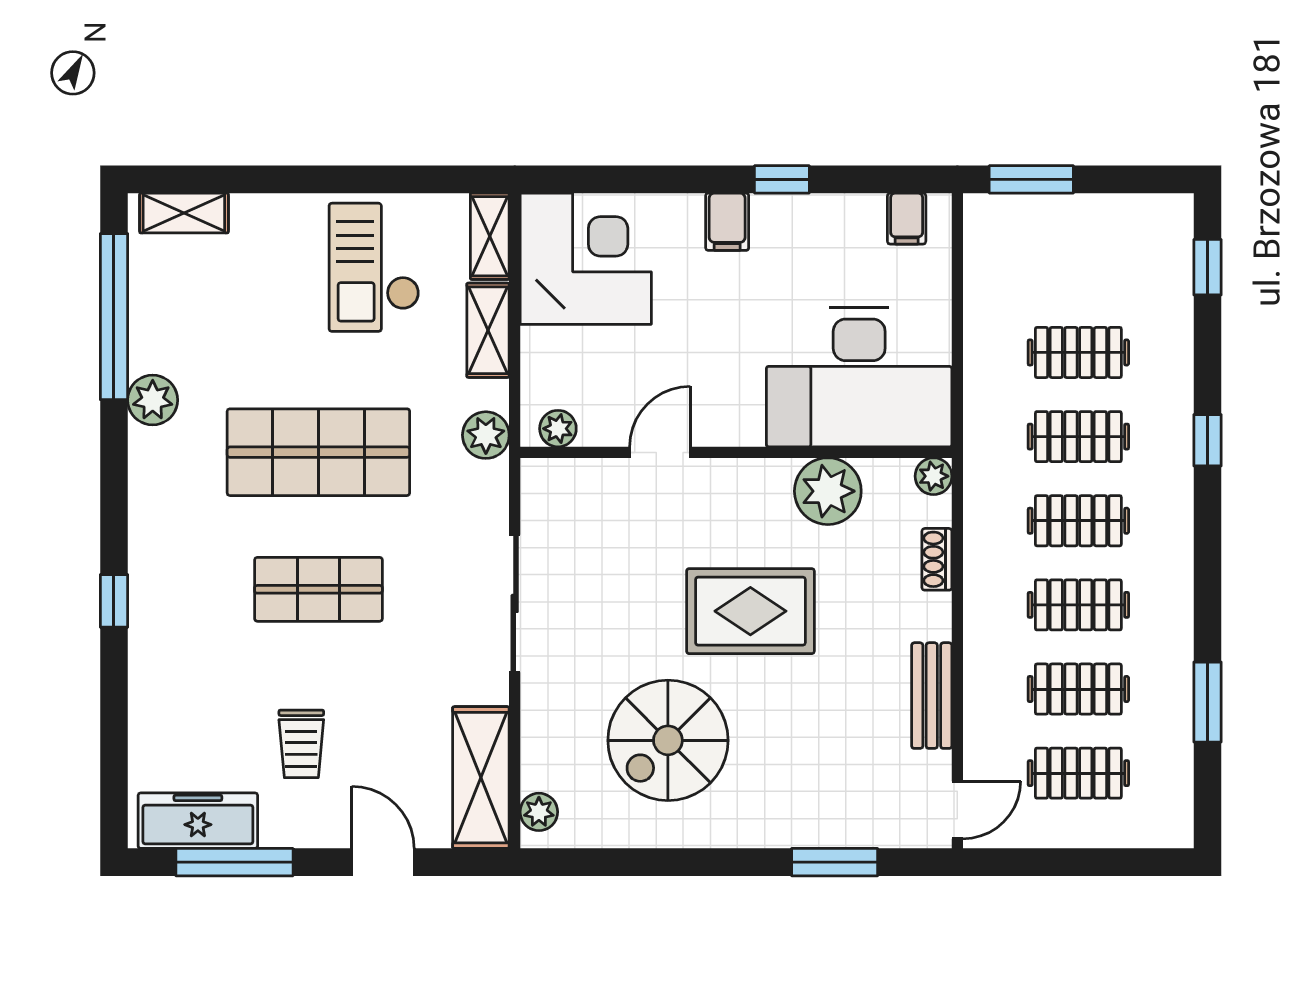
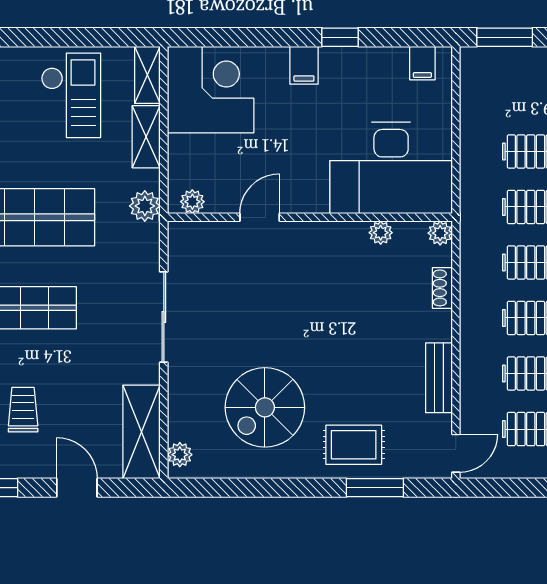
checkout: (374, 267) -> (71, 95), turned 180
plant: (828, 491) -> (381, 233), width x0.53, depth x0.53
rug: (750, 611) -> (354, 445), moved, width x0.73, depth x0.70
trolley: (301, 744) -> (23, 410), turned 180

